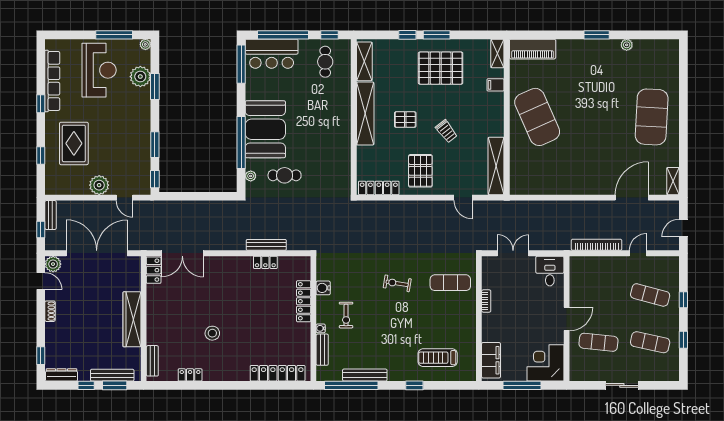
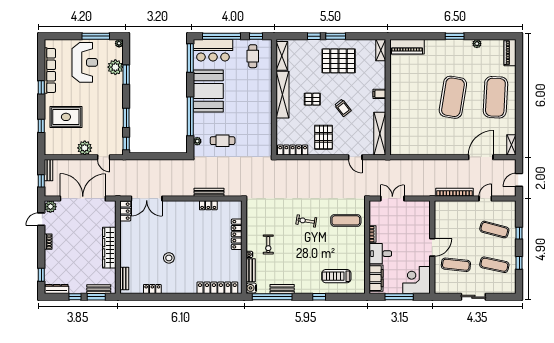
piano: (671, 57) -> (510, 53), added
filing cabinet: (495, 85) -> (379, 94), moved
exercise mat: (537, 117) -> (453, 97), moved, turned 33
booth: (265, 129) -> (208, 91), moved
rug: (74, 143) -> (66, 117), turned 90
desk: (550, 271) -> (380, 254), moved, turned -90
door: (41, 281) -> (41, 219), swing flipped
water cooler: (323, 288) -> (251, 288), moved
bench: (112, 375) -> (99, 289), width x0.73
bench: (365, 375) -> (282, 289), width x0.73

